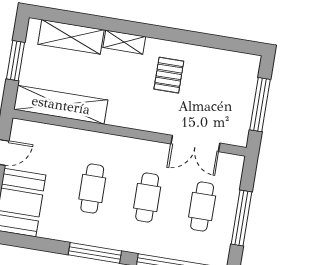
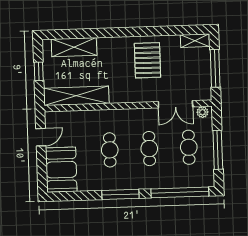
shelving: (124, 42) -> (195, 41), moved
window: (16, 61) -> (39, 71), width x0.67
pallet: (169, 75) -> (147, 60), width x1.50, depth x1.42
plant: (231, 162) -> (202, 112), added

